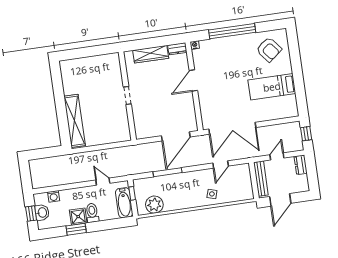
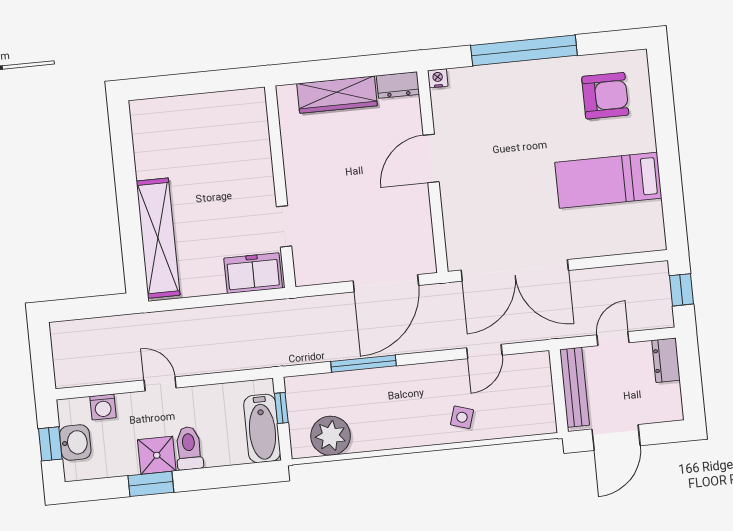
armchair: (269, 50) -> (605, 96), turned -51
doorway: (127, 95) -> (284, 226), moved
freezer: (117, 134) -> (253, 273), added
door: (103, 182) -> (160, 384), moved

